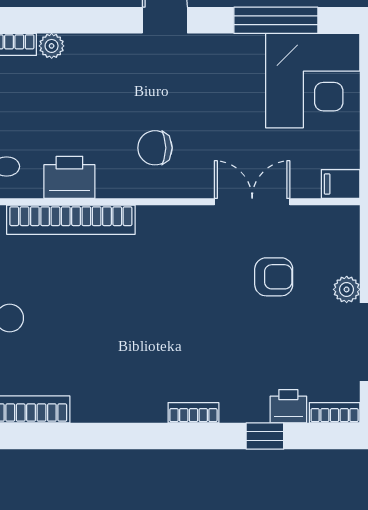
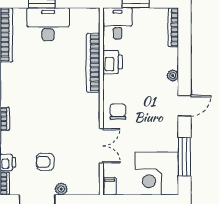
plant: (52, 46) -> (173, 75), moved
chair: (155, 148) -> (118, 112), moved
armchair: (274, 277) -> (45, 162), moved, turned 90

